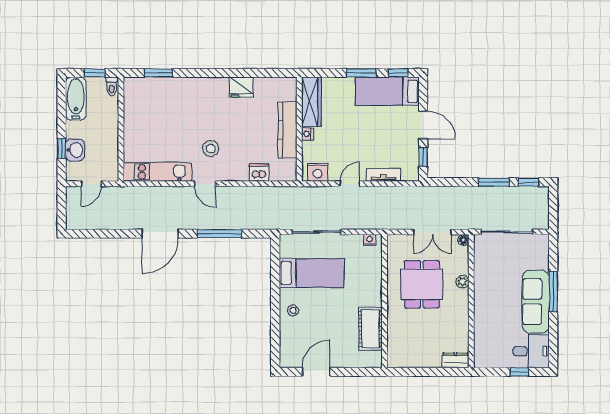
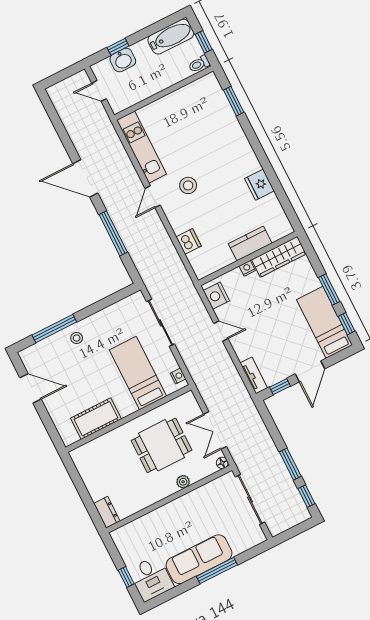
kitchen counter: (287, 130) -> (250, 243), width x0.67
tv unit: (383, 175) -> (254, 375), moved
bed: (312, 273) -> (138, 373), moved, turned 180
window: (275, 325) -> (54, 329), added

